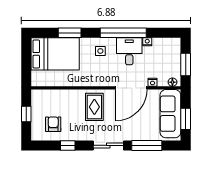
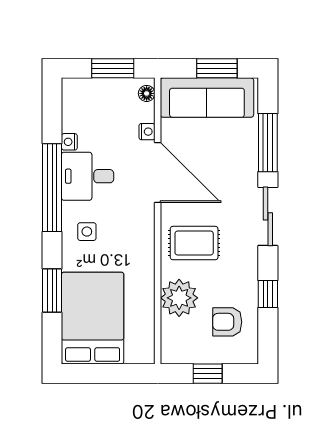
plant: (66, 99) -> (179, 298), added

